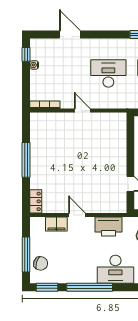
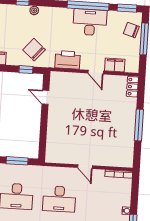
desk: (115, 269) -> (90, 22), moved

